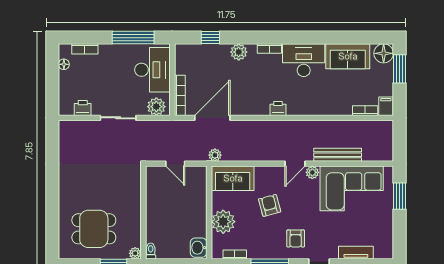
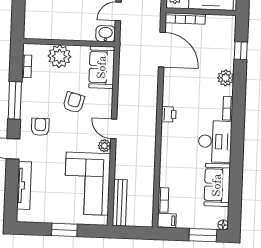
floor lamp: (384, 53) -> (223, 225), width x0.53, depth x0.53
plant: (215, 155) -> (125, 51), removed
bench: (338, 155) -> (120, 203), moved
window: (399, 196) -> (64, 230), moved
armchair: (270, 205) -> (74, 102), turned -61
armchair: (296, 238) -> (40, 127), turned 90
washbasin: (199, 248) -> (106, 34), moved
tv unit: (356, 253) -> (24, 186), width x1.41

